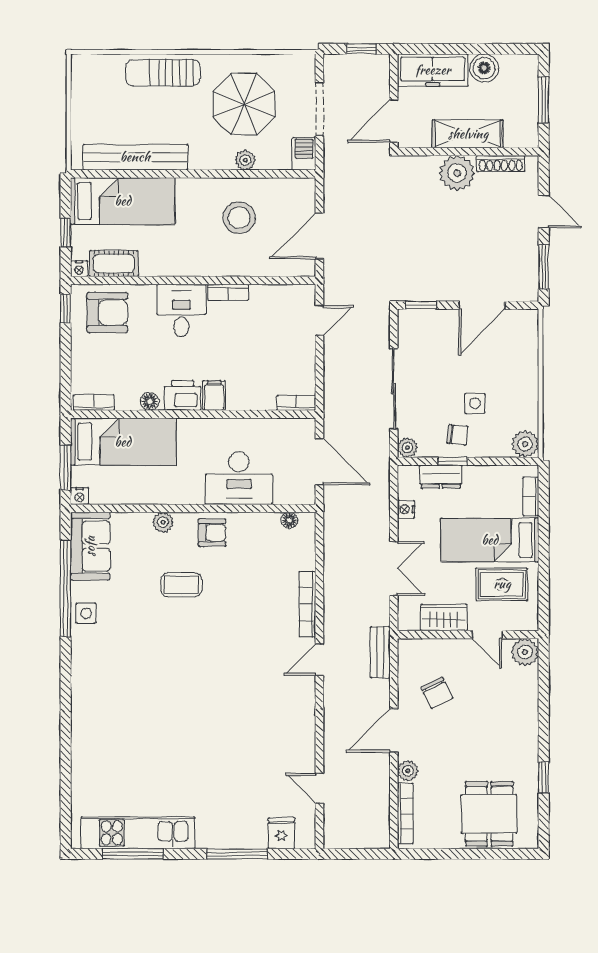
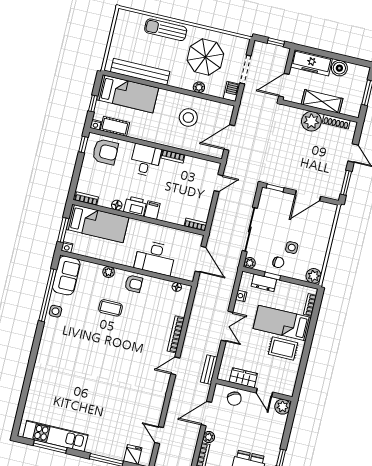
wardrobe: (444, 617) -> (243, 378), moved
wall: (468, 635) -> (254, 390), moved
door: (487, 635) -> (264, 392), moved
plant: (525, 652) -> (283, 407), moved

